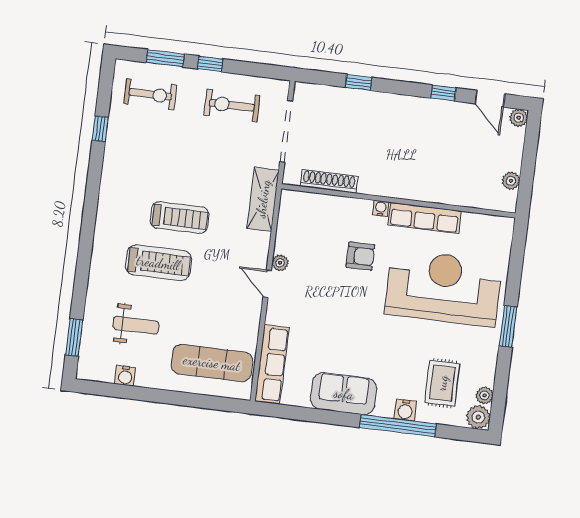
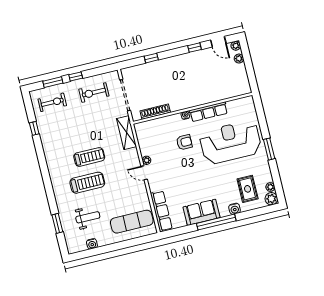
plant: (511, 181) -> (239, 59), moved
window: (74, 337) -> (57, 223), moved
window: (398, 426) -> (216, 222), moved

